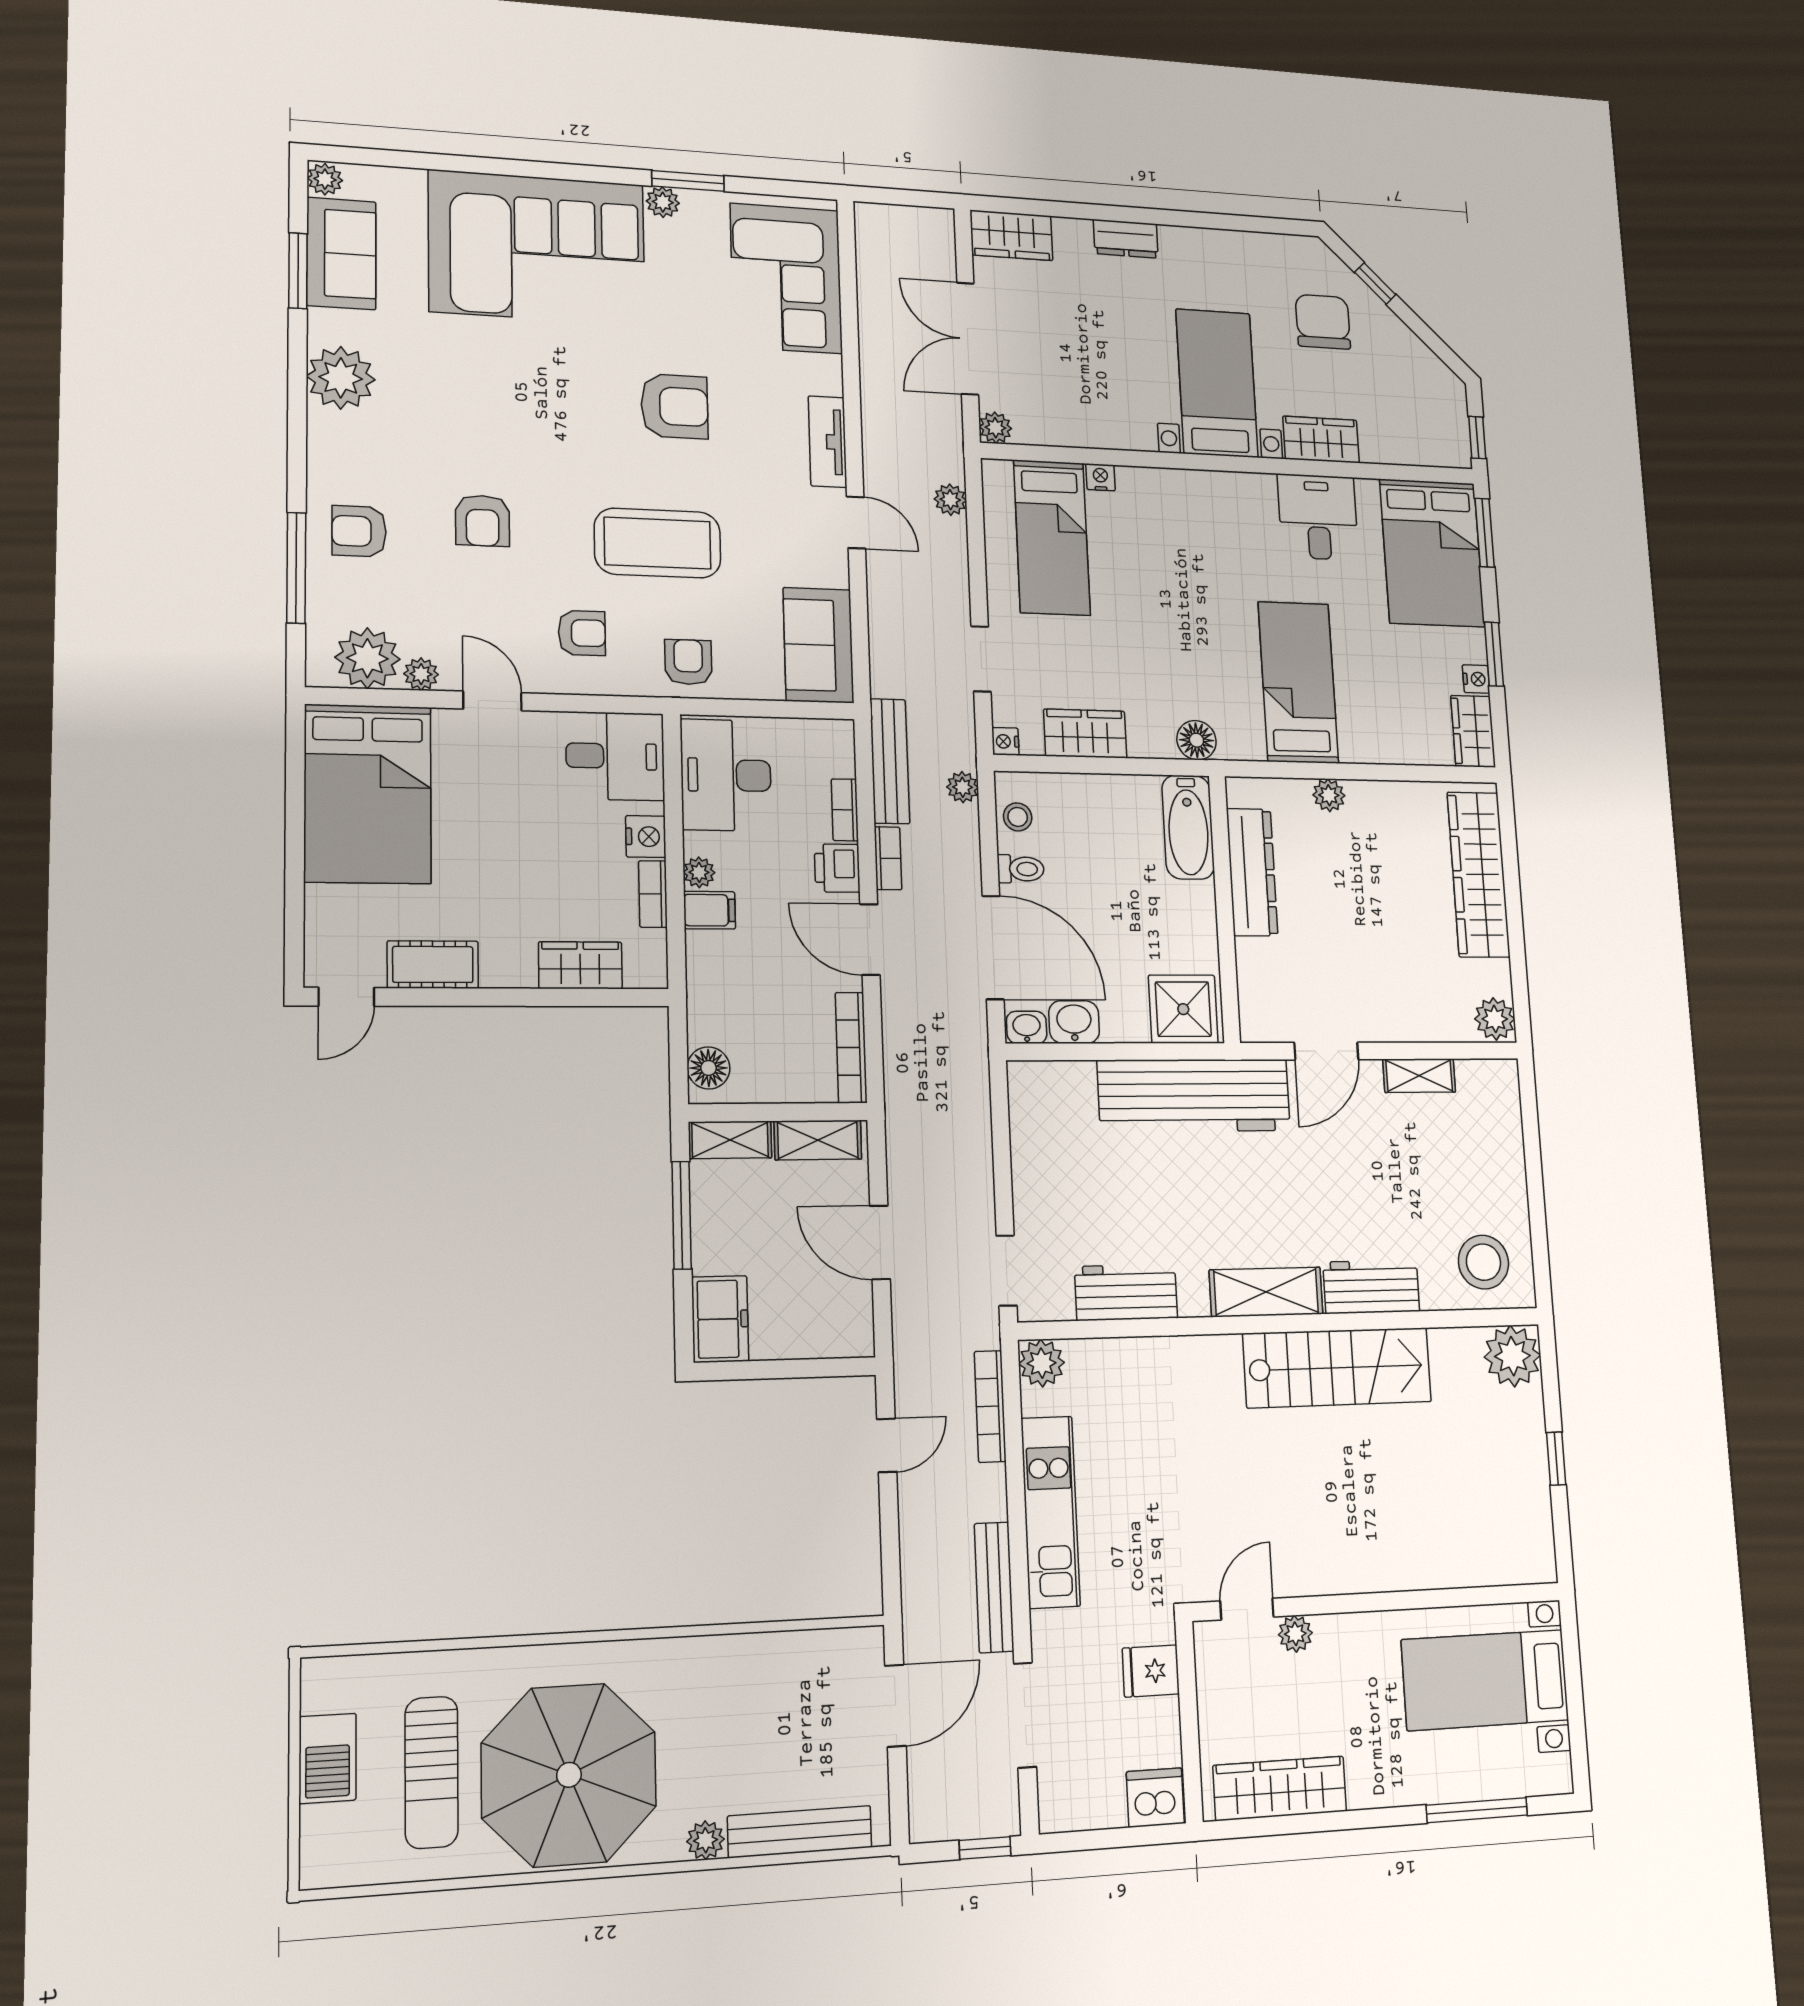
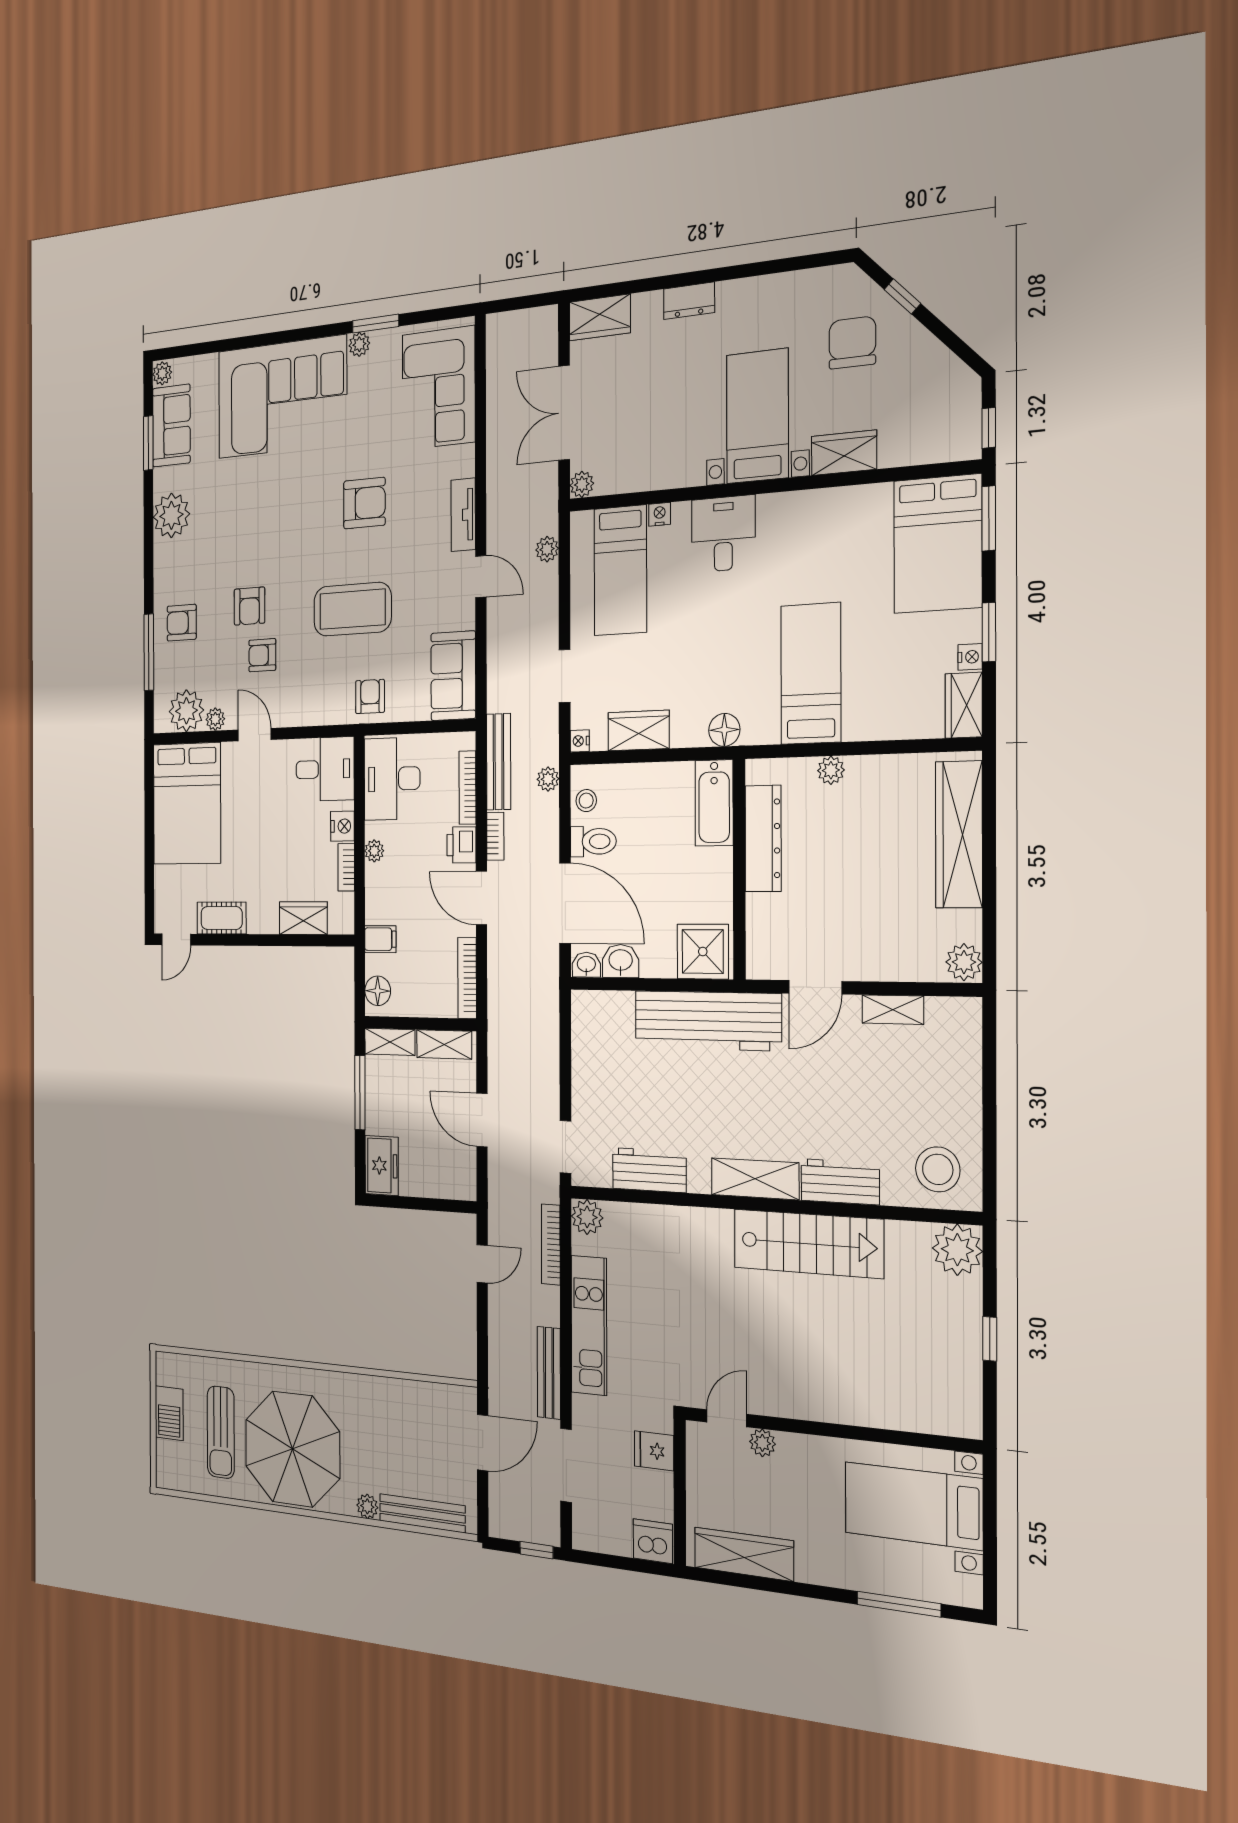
desk: (1318, 517) -> (723, 534), moved
armchair: (582, 633) -> (262, 655), moved, turned 180
bookcase: (845, 810) -> (468, 788), width x1.56
toilet: (1021, 869) -> (593, 841), width x1.37, depth x1.39
filing cabinet: (709, 910) -> (380, 939), moved

